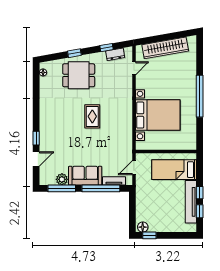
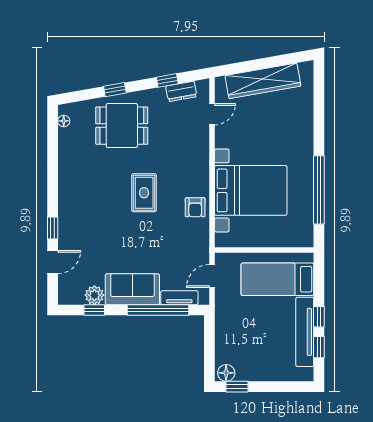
window: (200, 96) -> (319, 190), moved
armchair: (124, 125) -> (195, 207), added
window: (62, 188) -> (94, 310), width x0.46

